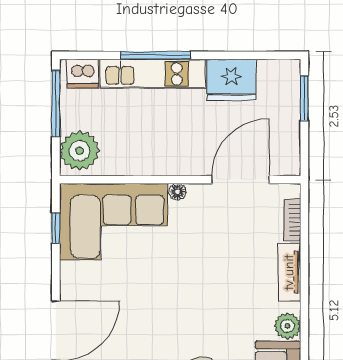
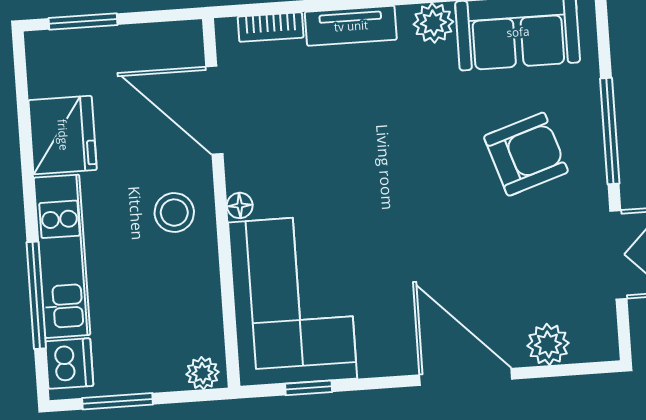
window: (155, 55) -> (36, 295), moved
window: (56, 103) -> (117, 401), width x0.69
stool: (176, 149) -> (174, 213), added
plant: (80, 151) -> (203, 373), width x0.53, depth x0.53

